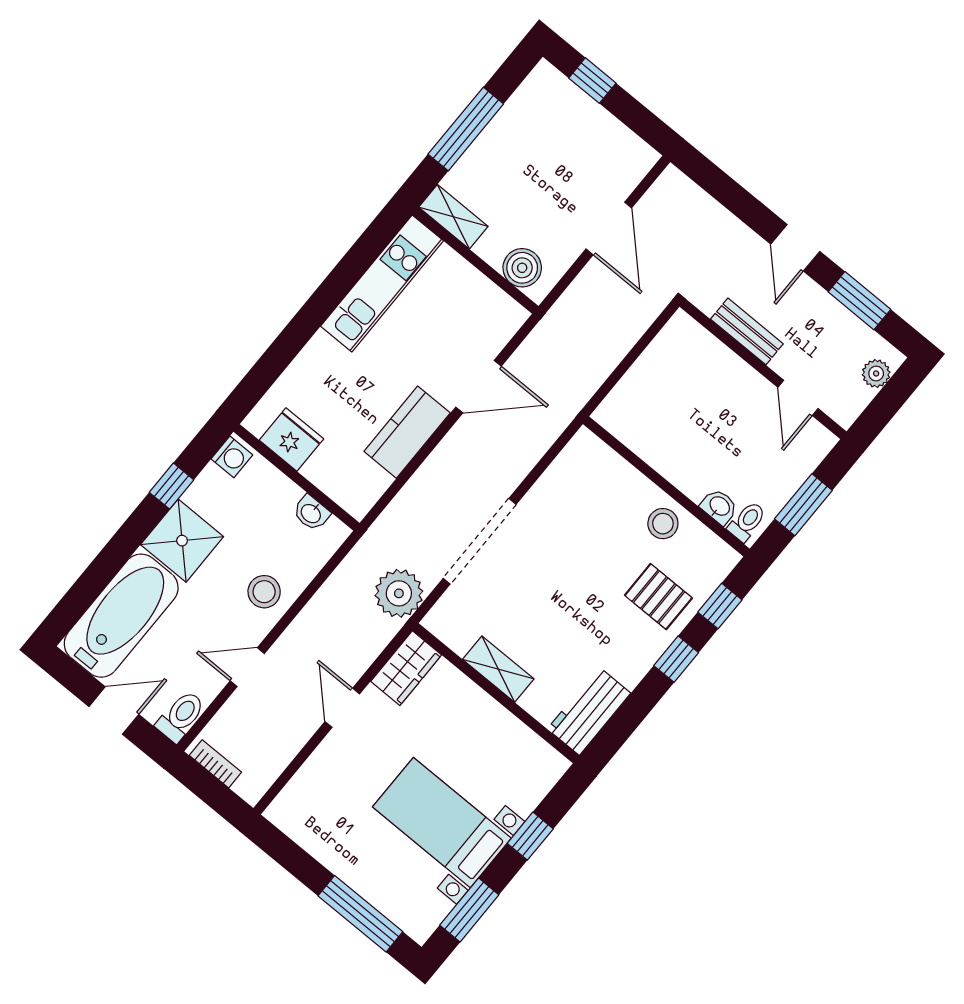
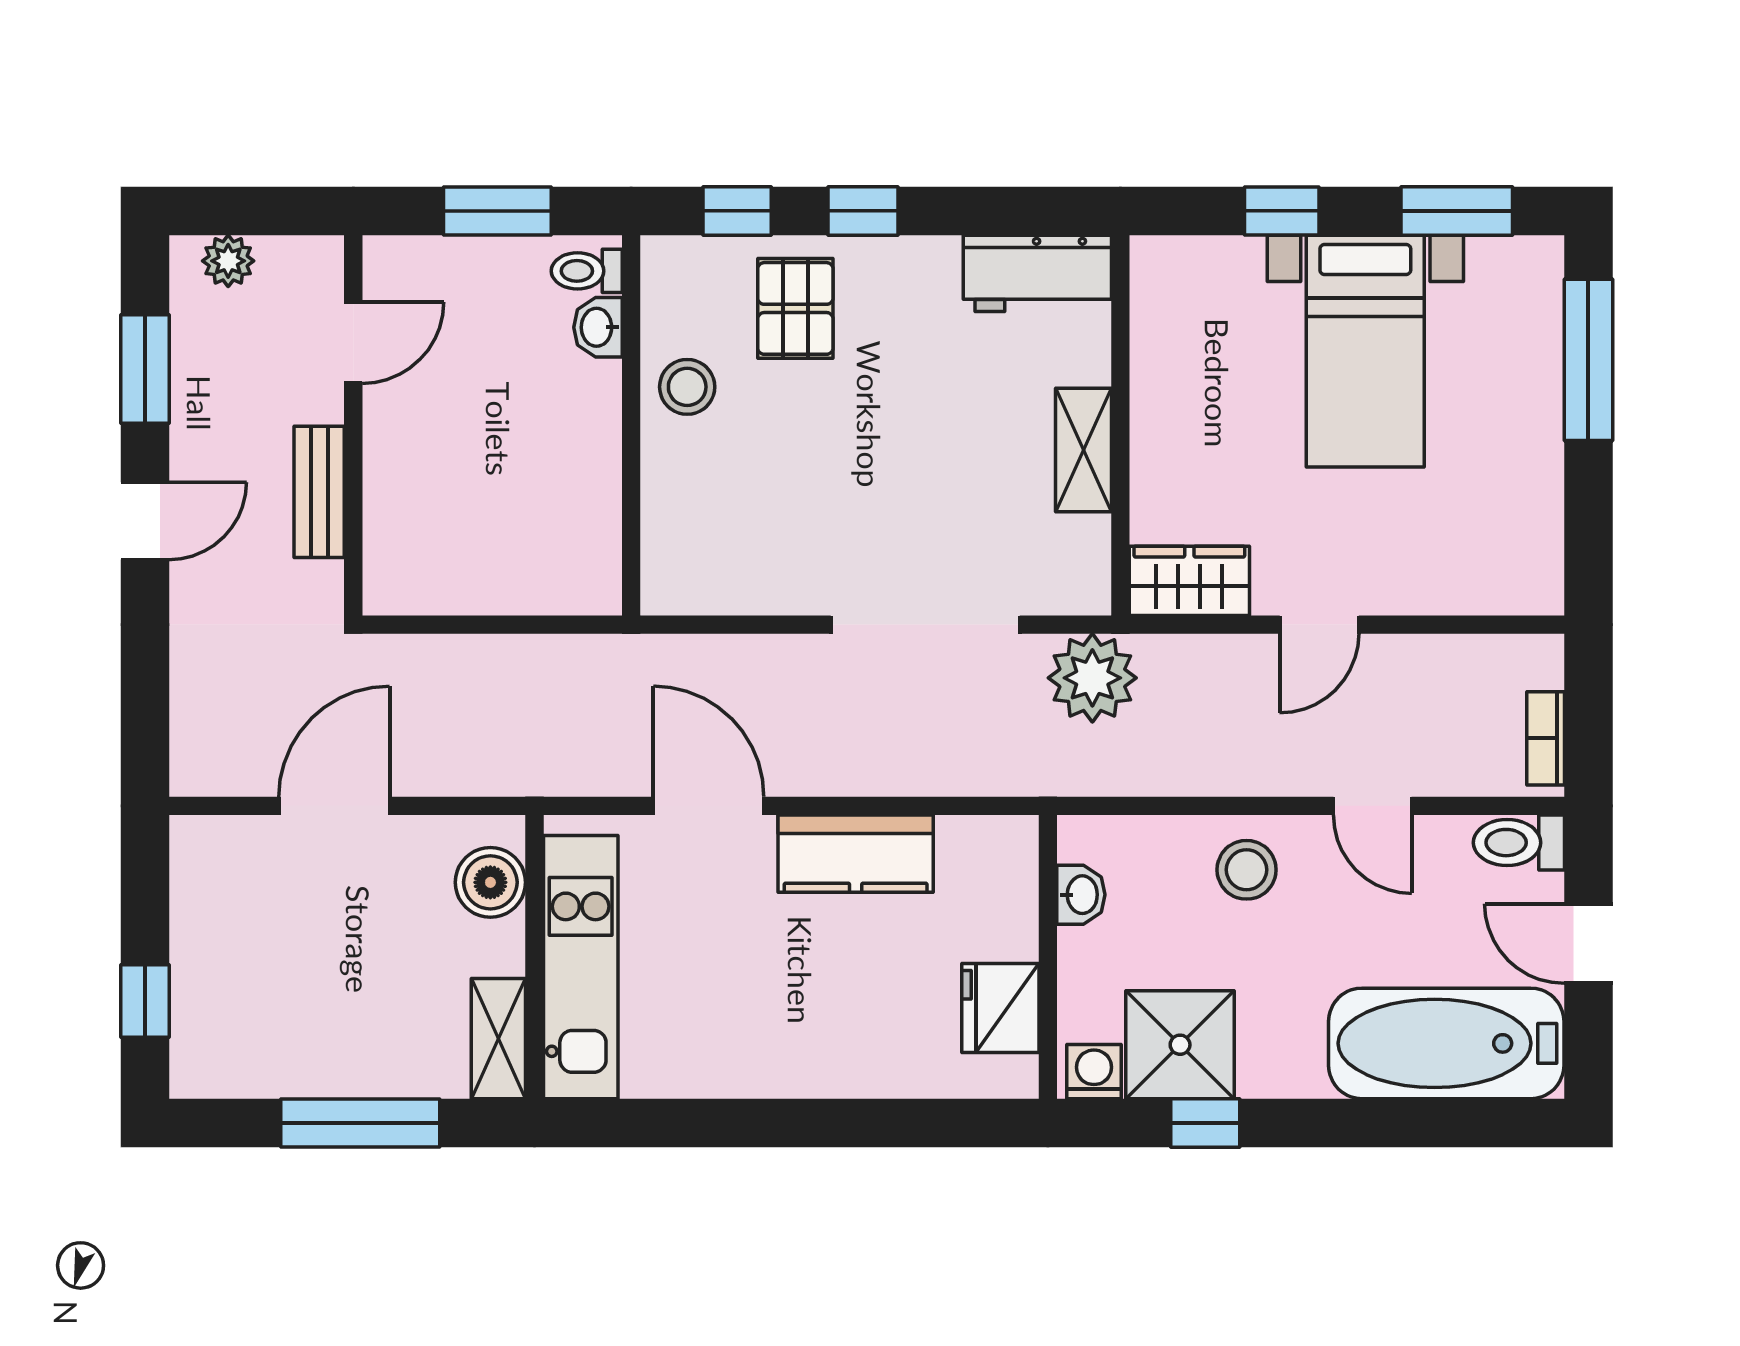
kitchen unit: (382, 283) -> (581, 967), moved, turned 90
shower: (182, 541) -> (1180, 1045), moved

